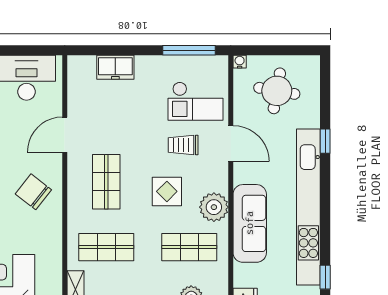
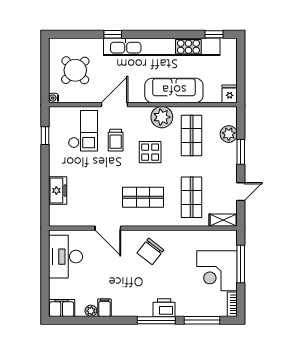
window: (189, 50) -> (45, 136), width x0.46
round table: (277, 91) -> (75, 70), turned 36

